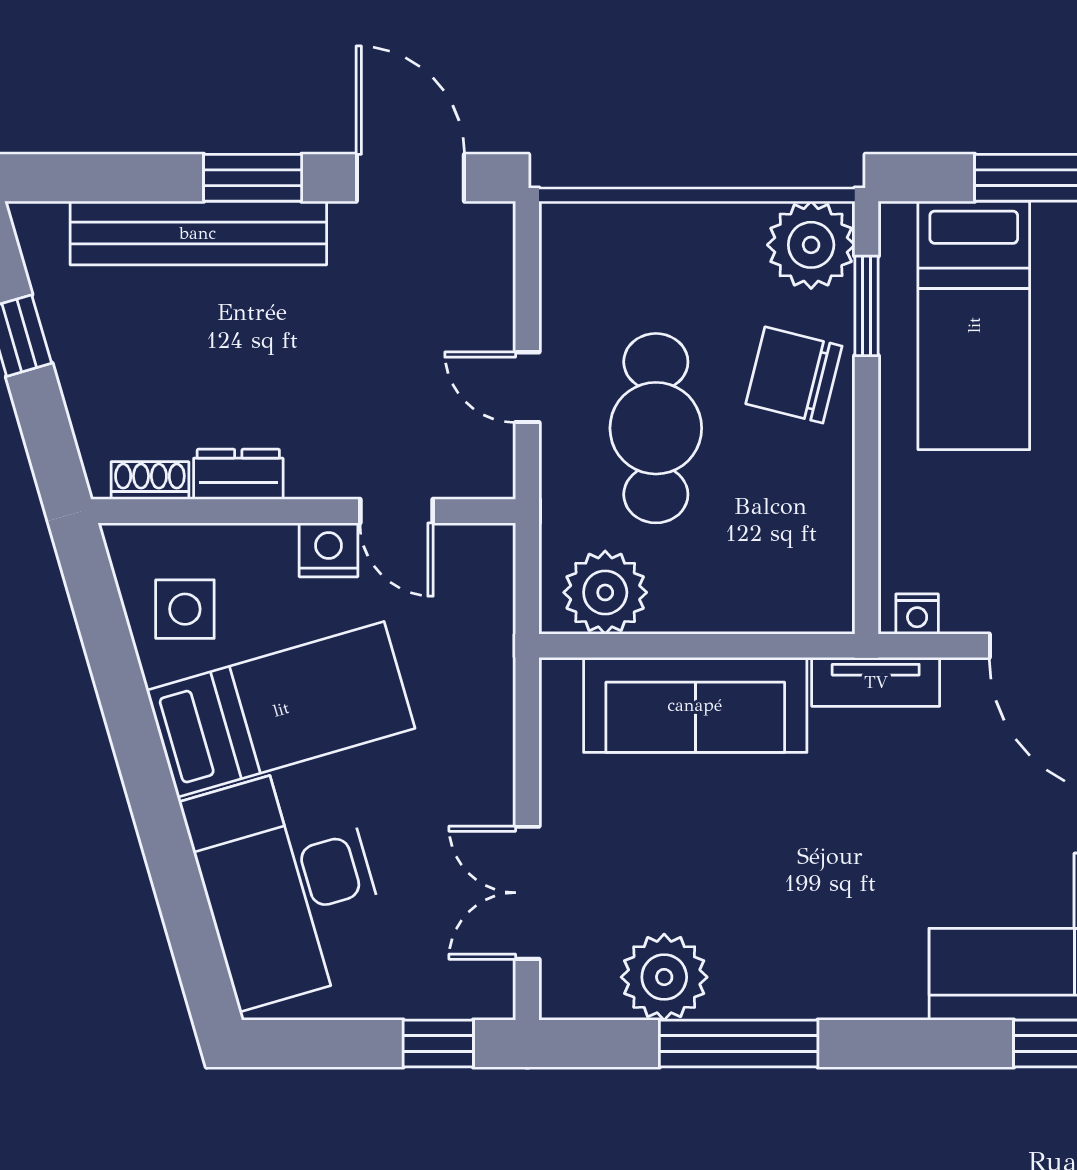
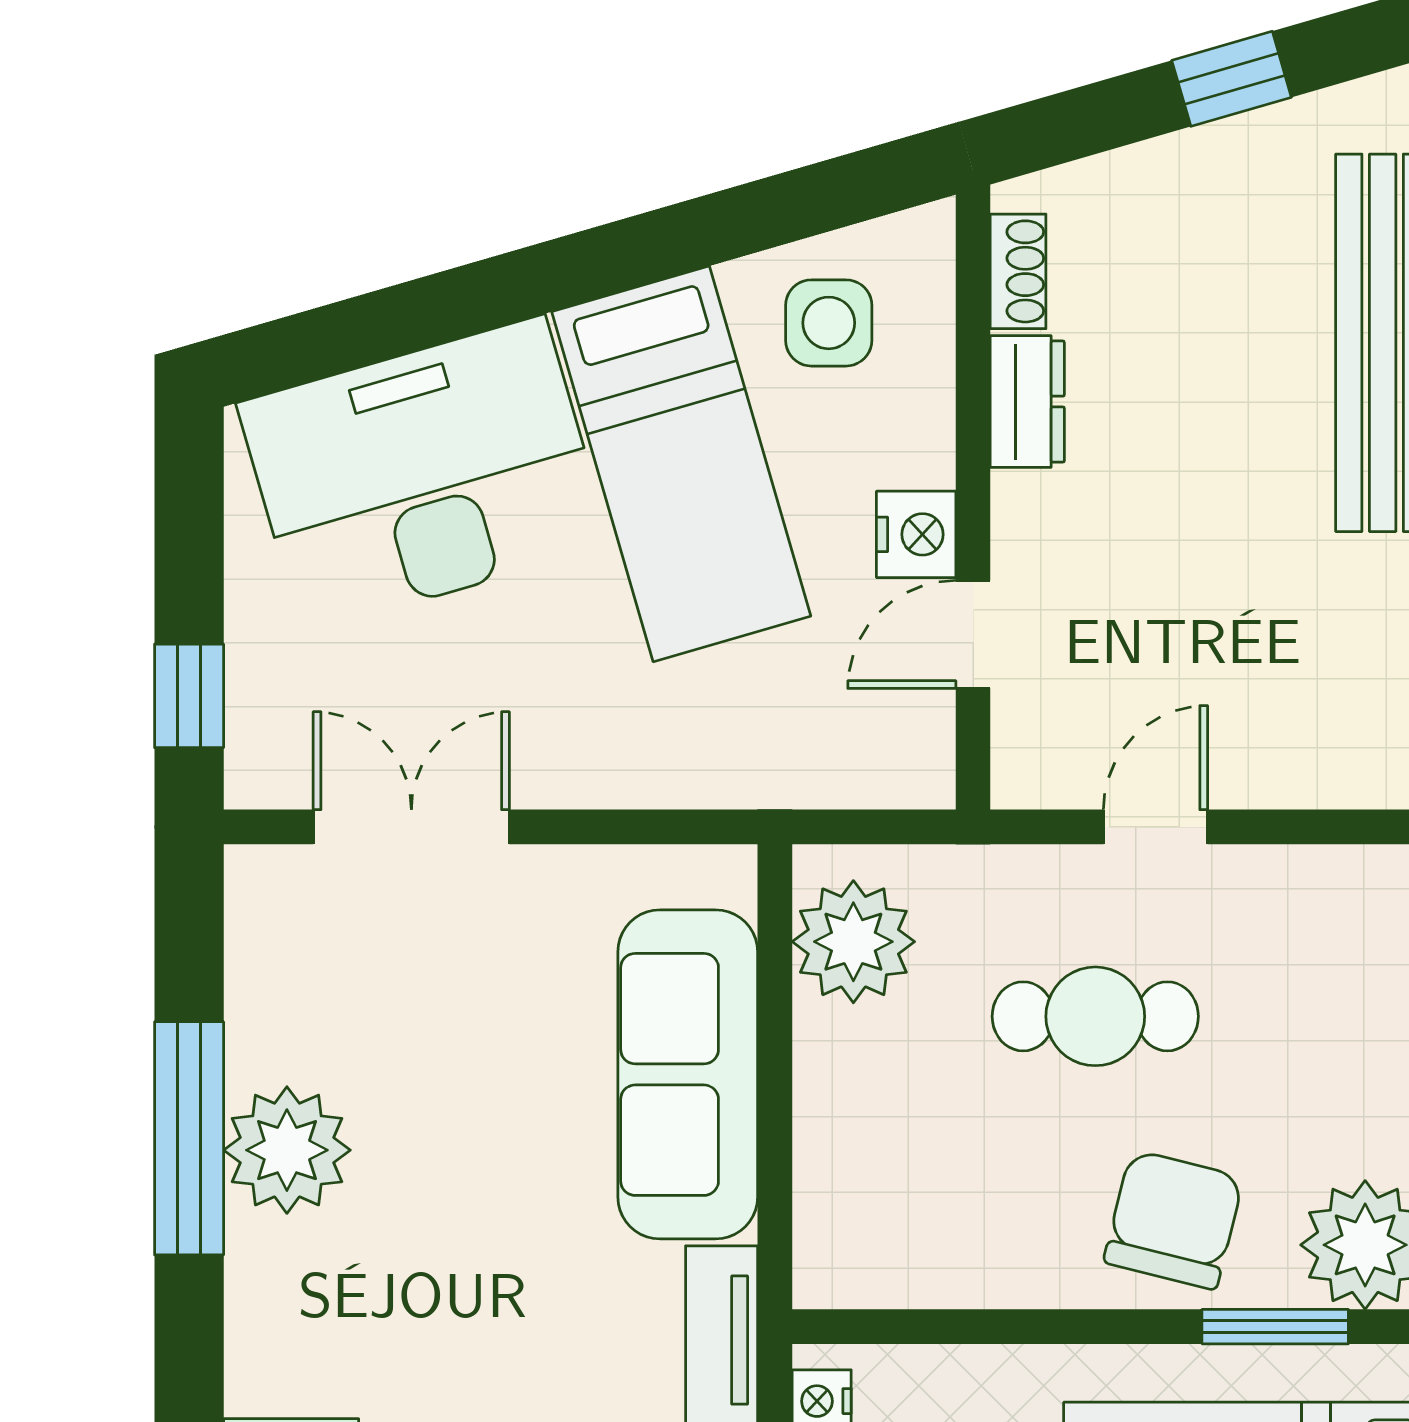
cafe table: (656, 428) -> (1095, 1016), width x0.73, depth x0.74
plant: (664, 977) -> (287, 1150), moved

